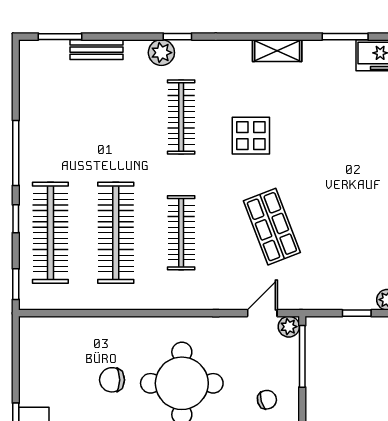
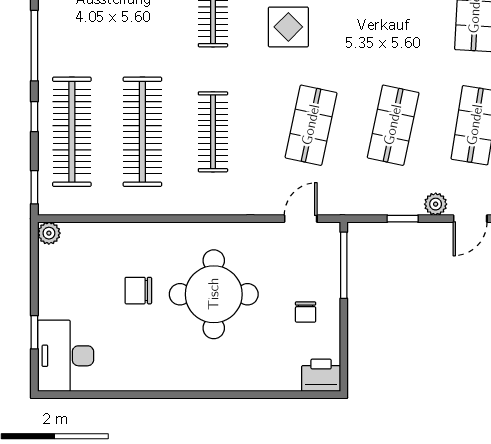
shop shelf: (272, 227) -> (311, 125), turned 33
shop shelf: (348, 227) -> (393, 125), added
plant: (289, 327) -> (49, 233), moved
chair: (267, 400) -> (306, 312), turned 106

